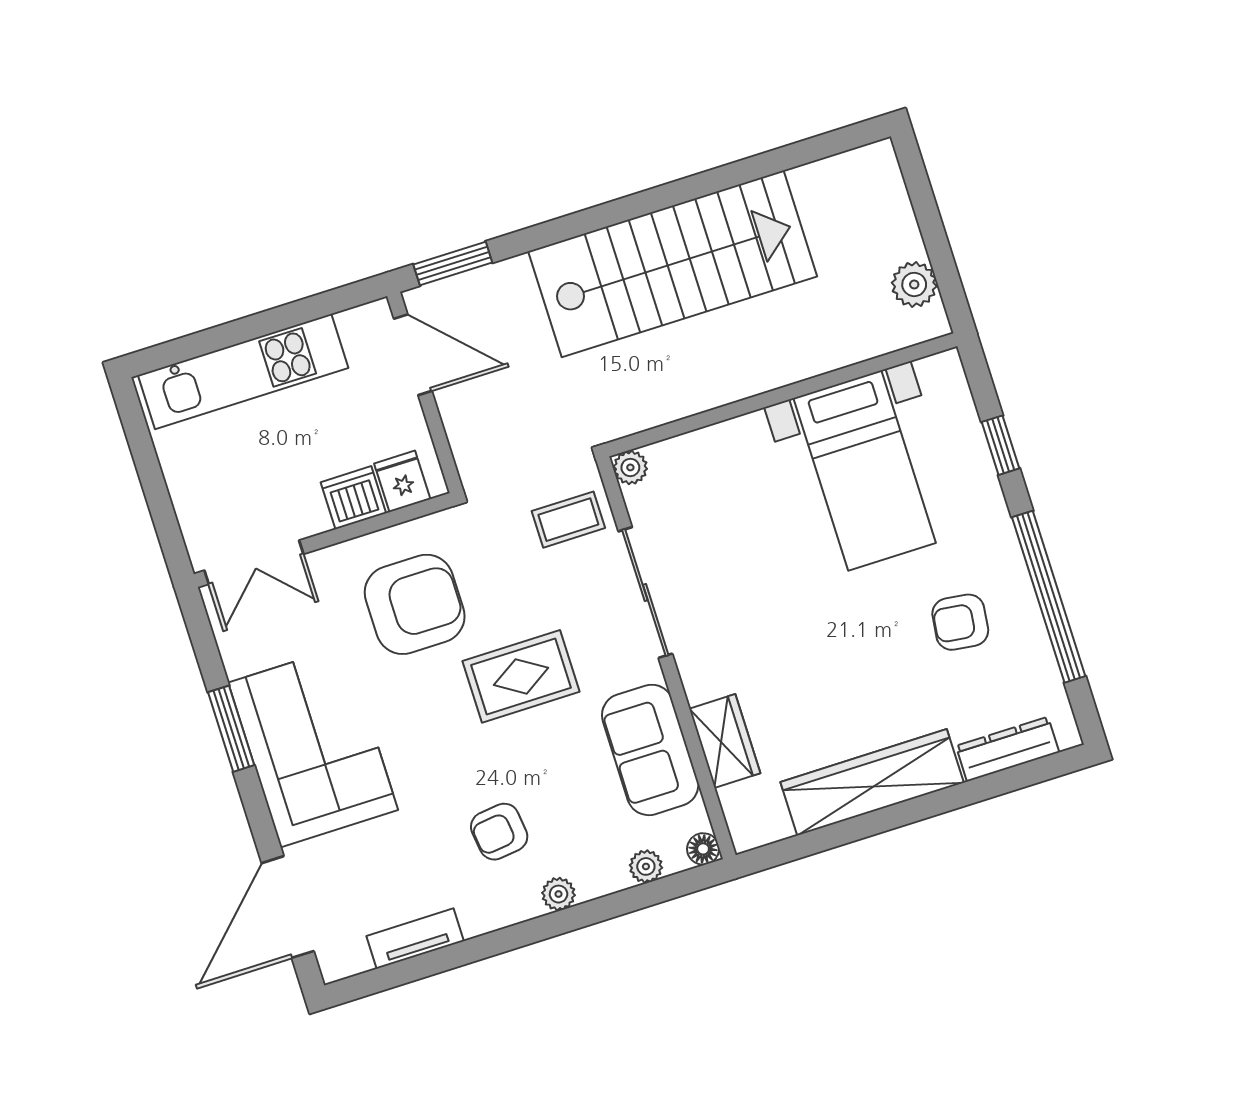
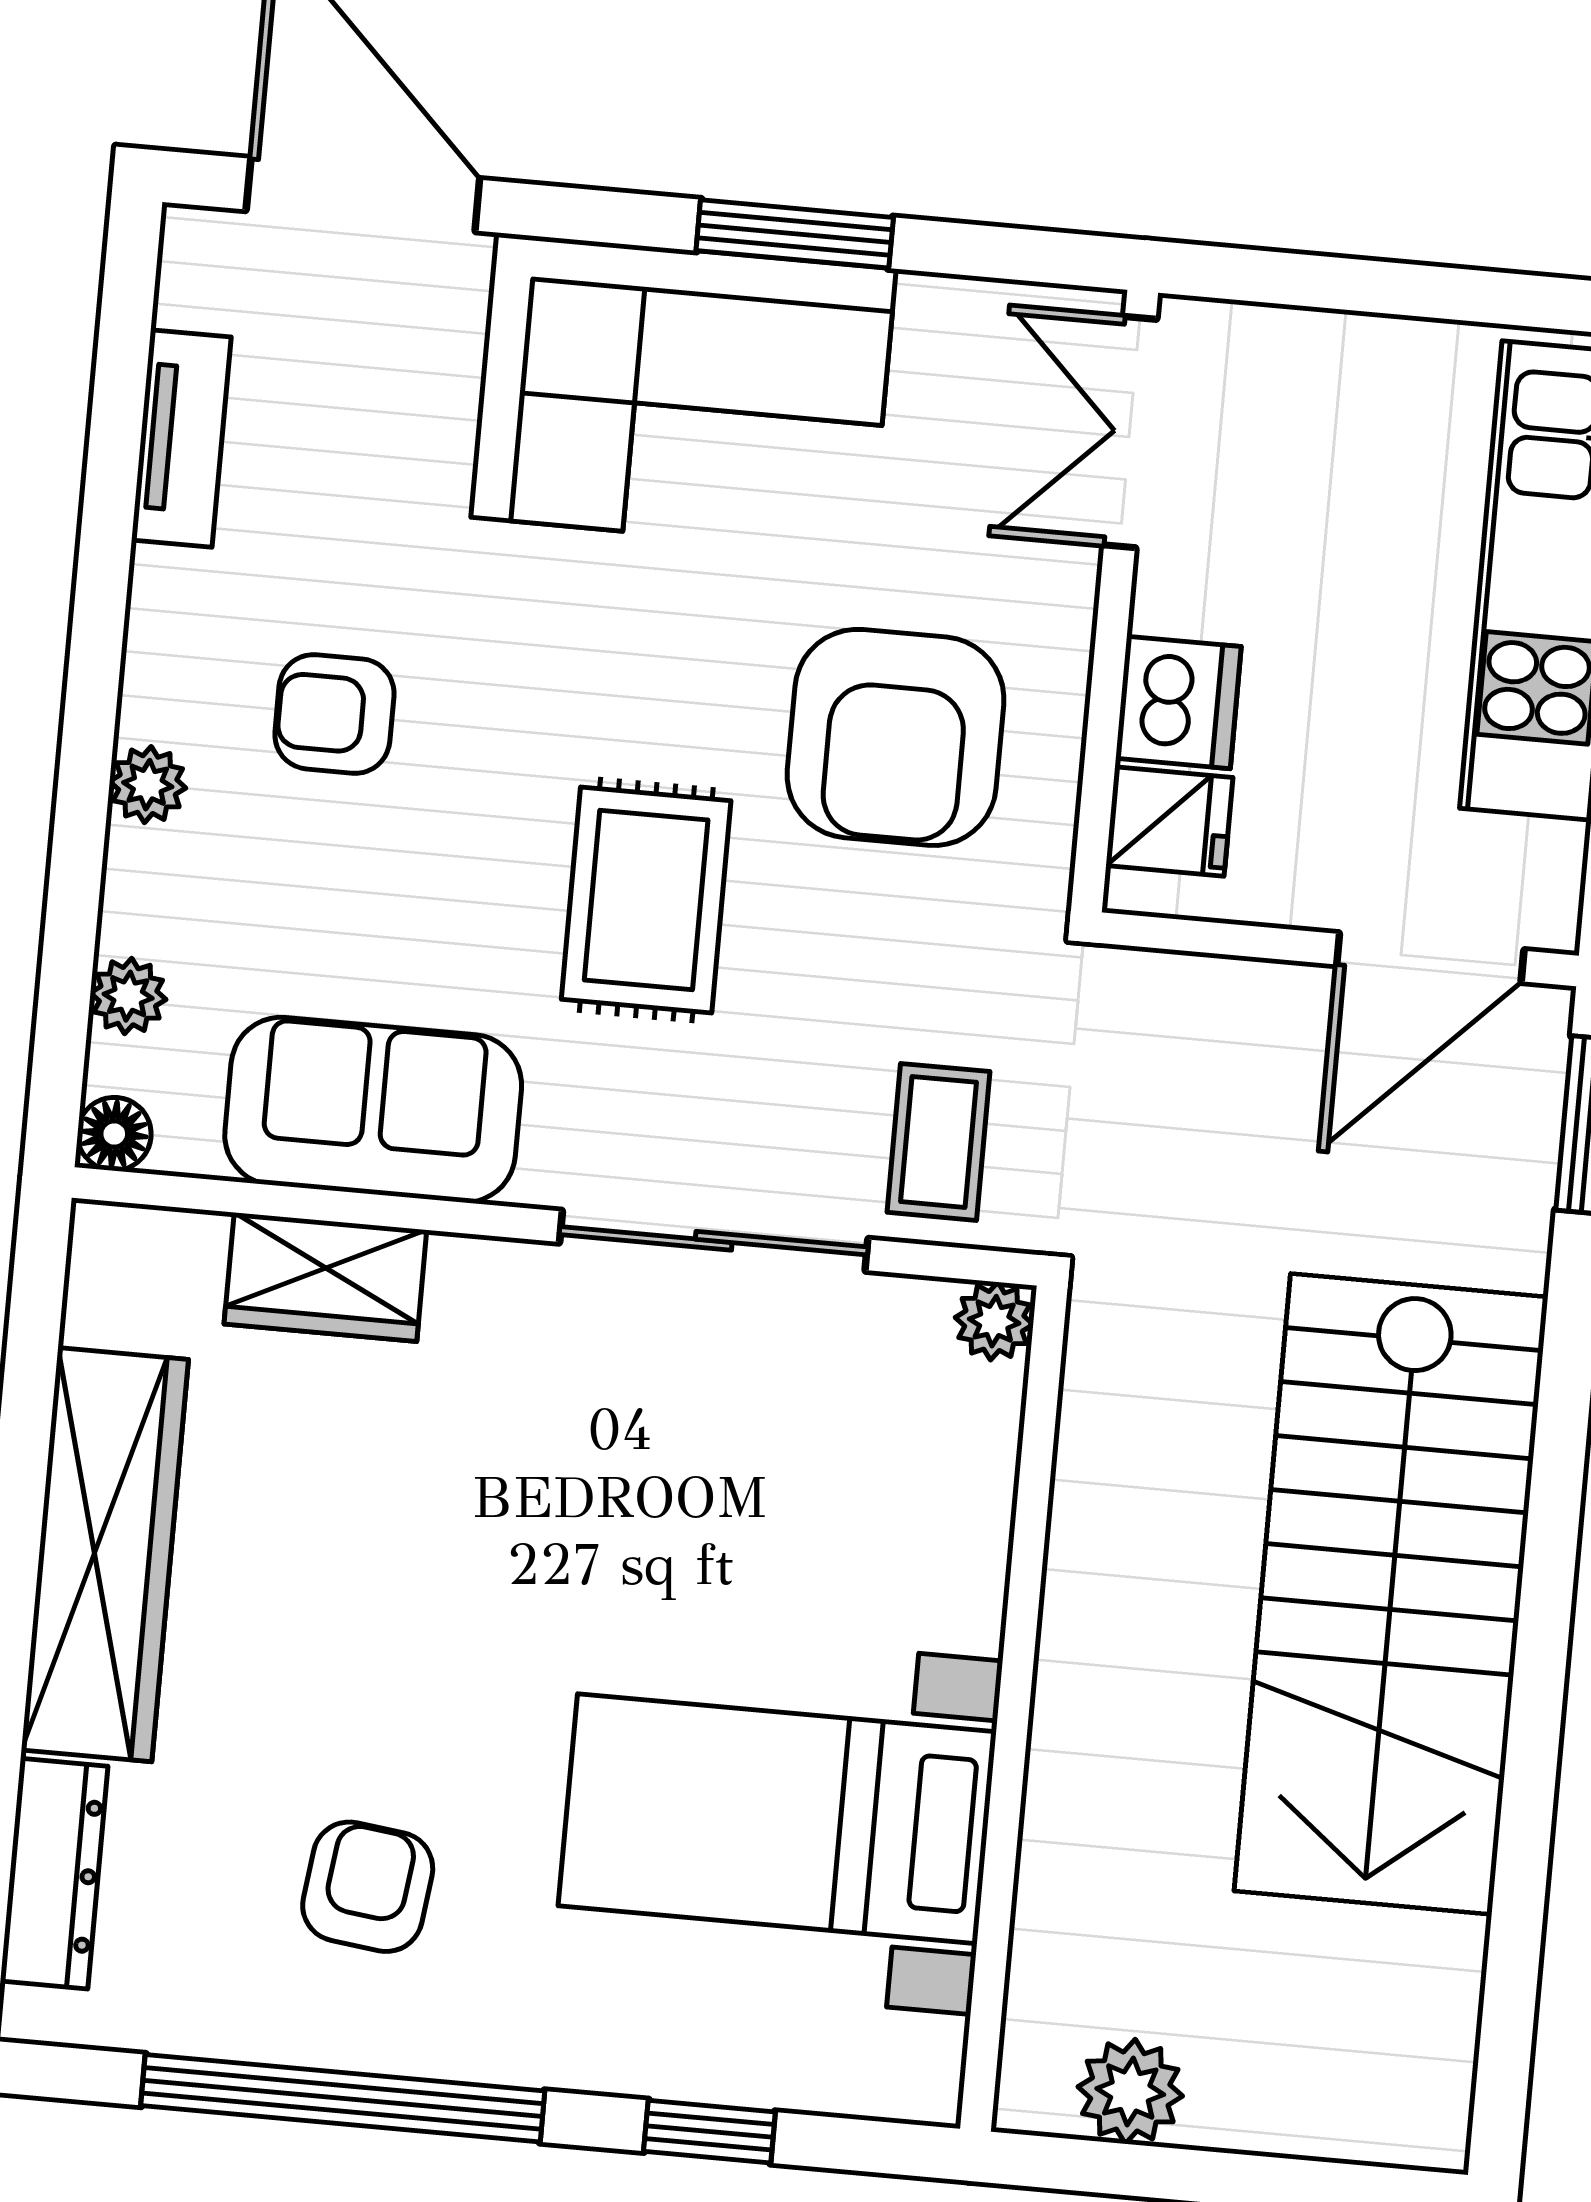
armchair: (499, 832) -> (334, 714), turned -83

